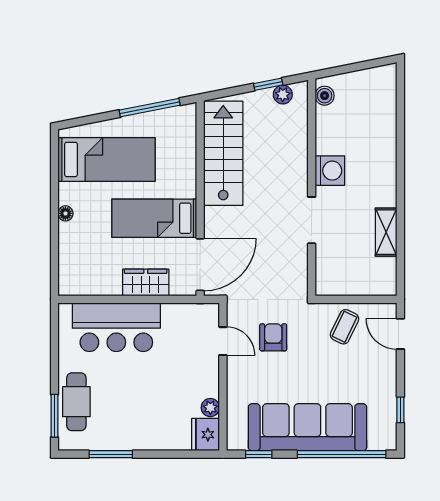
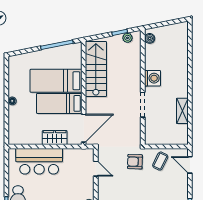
bed: (106, 159) -> (56, 81), moved, turned 180
armchair: (273, 337) -> (135, 162), moved, turned -88

